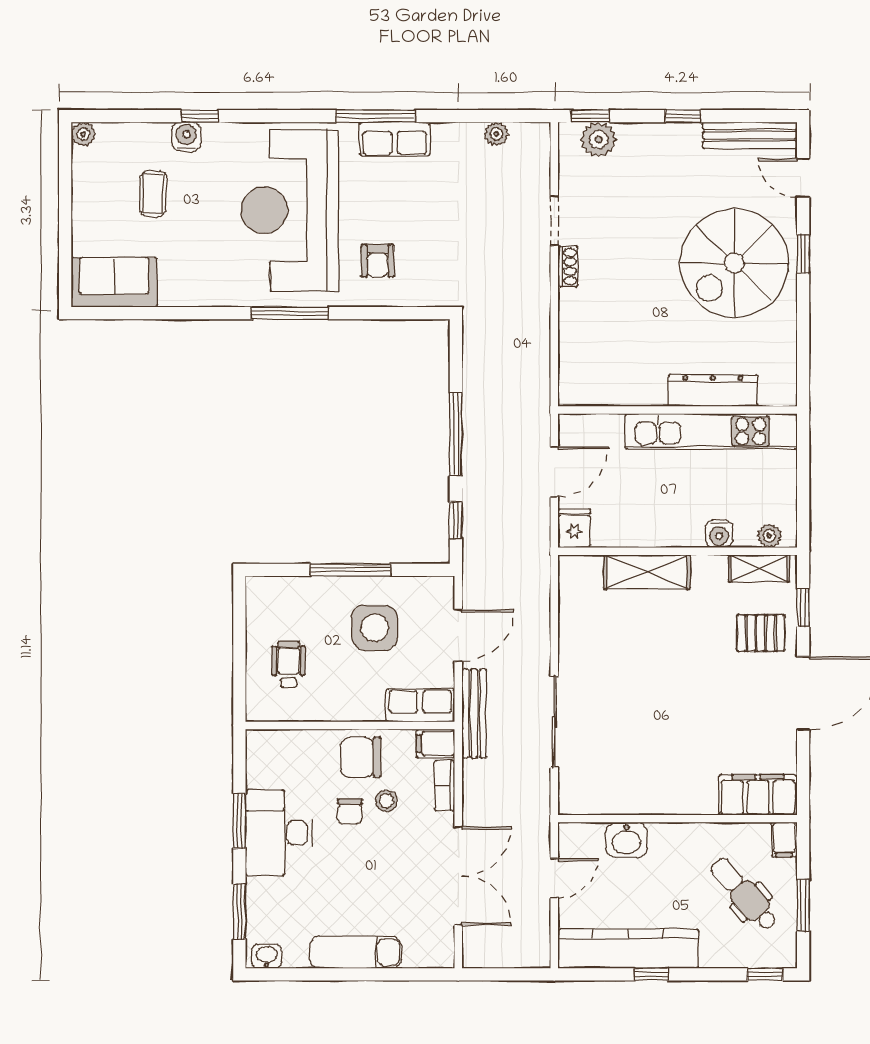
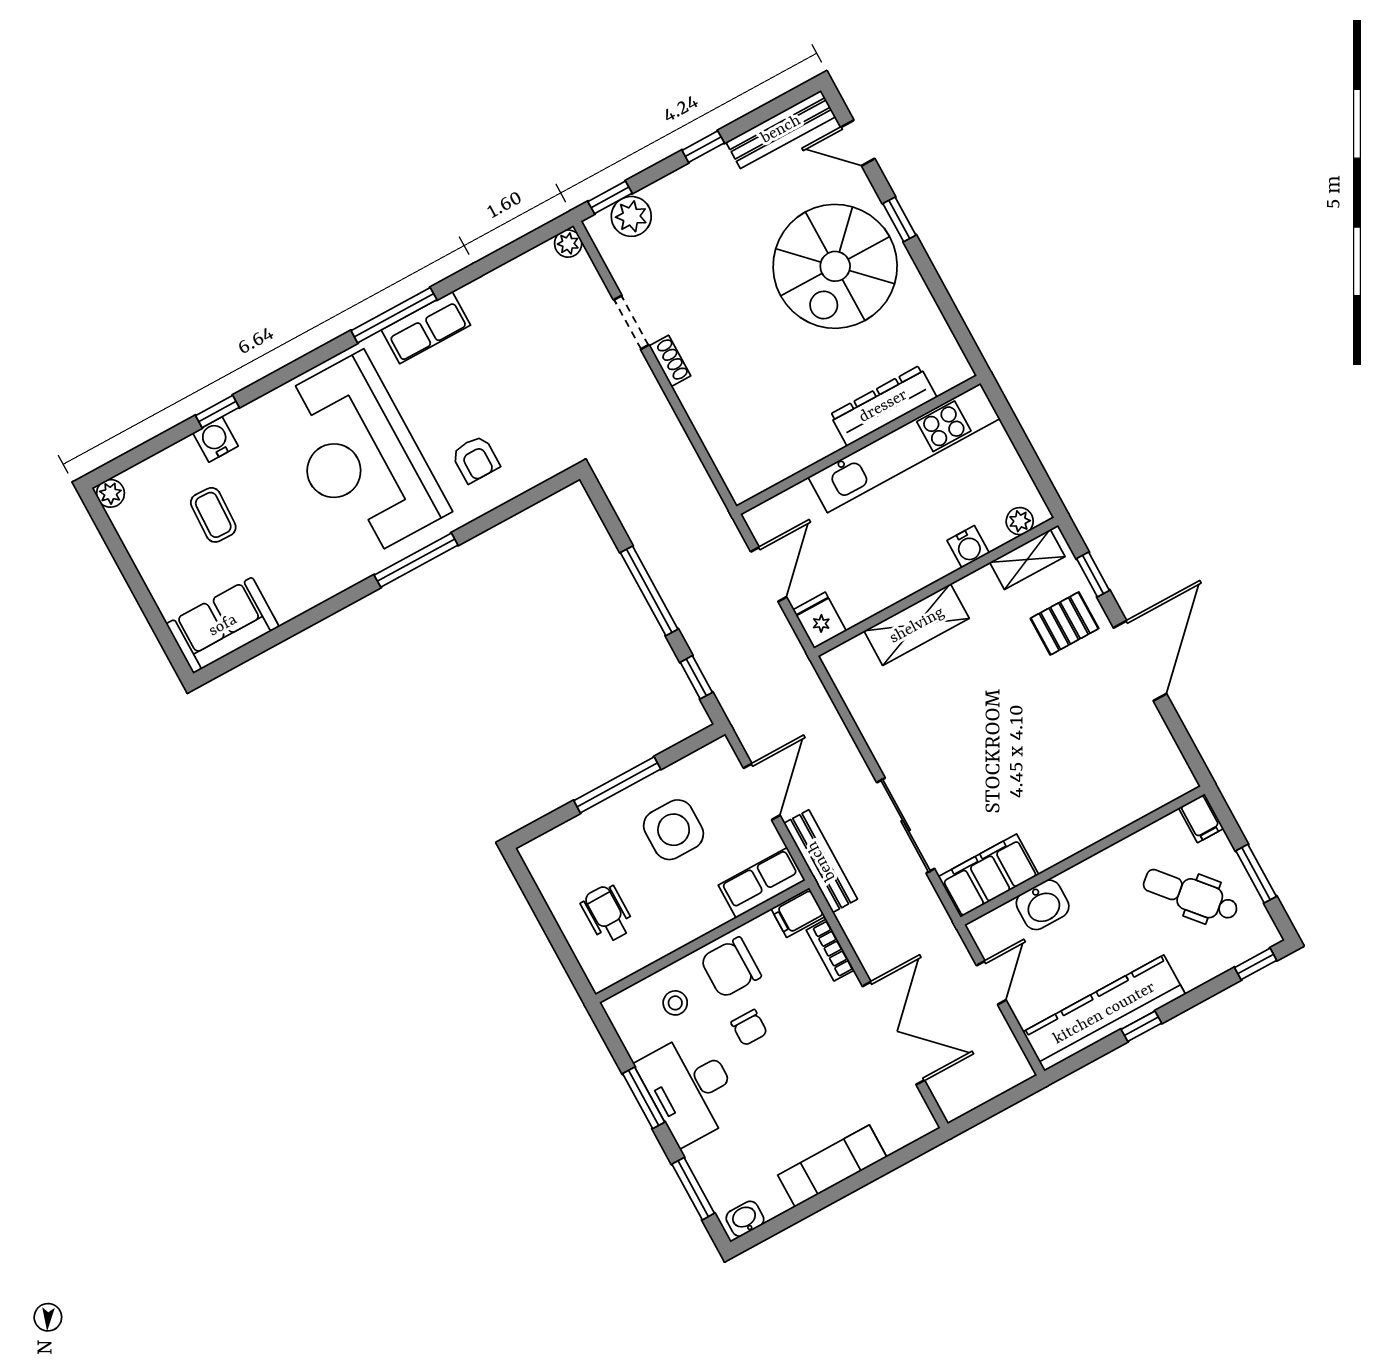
plant: (496, 134) -> (568, 244), moved
filing cabinet: (758, 795) -> (988, 876), moved
stool: (386, 801) -> (675, 1003), moved

